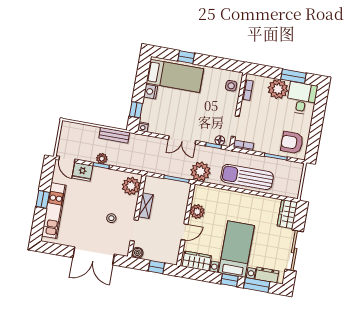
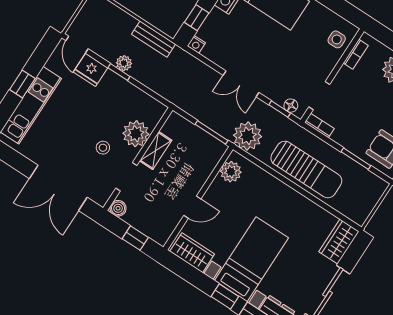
sun lounger: (247, 177) -> (306, 169), turned 180
plant: (131, 186) -> (136, 134), moved
plant: (197, 212) -> (231, 172), moved

